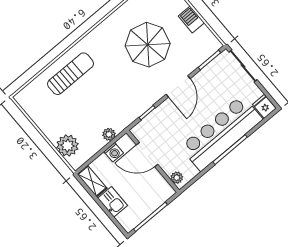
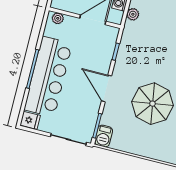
barbecue: (191, 19) -> (104, 136), moved, turned 90

